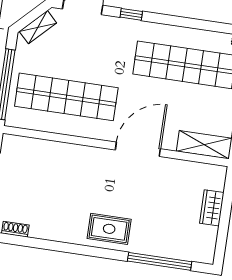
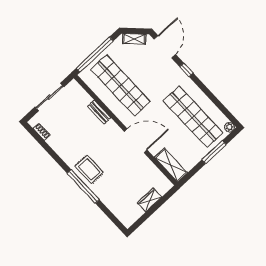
bench: (66, 150) -> (99, 112), added
window: (160, 261) -> (83, 186), moved

